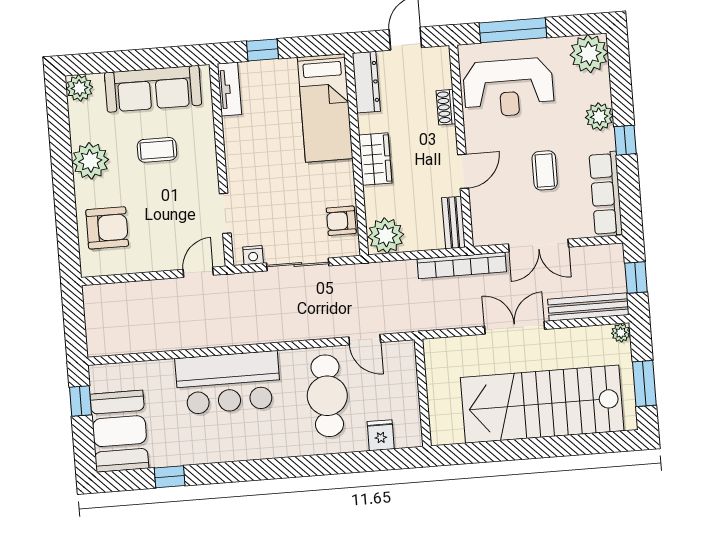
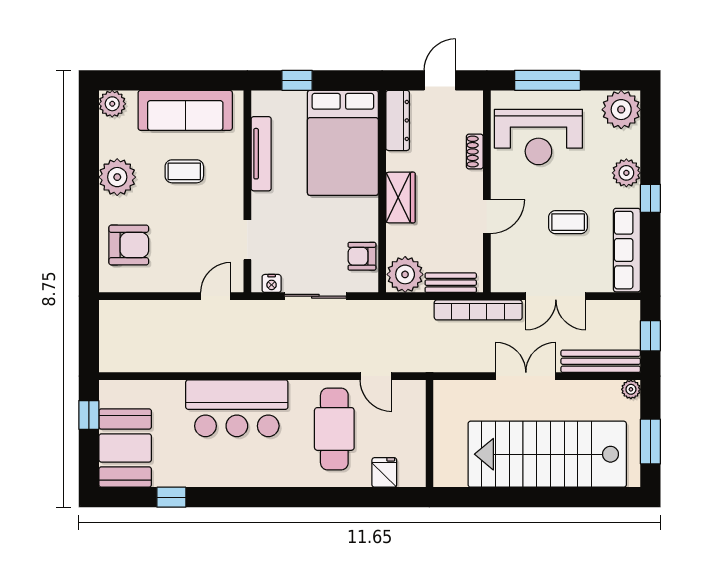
tv unit: (229, 89) -> (261, 154), moved, width x1.41
bed: (325, 108) -> (343, 143), width x1.50
coffee table: (545, 170) -> (568, 222), turned 90
bench: (454, 223) -> (451, 283), moved, turned 90

